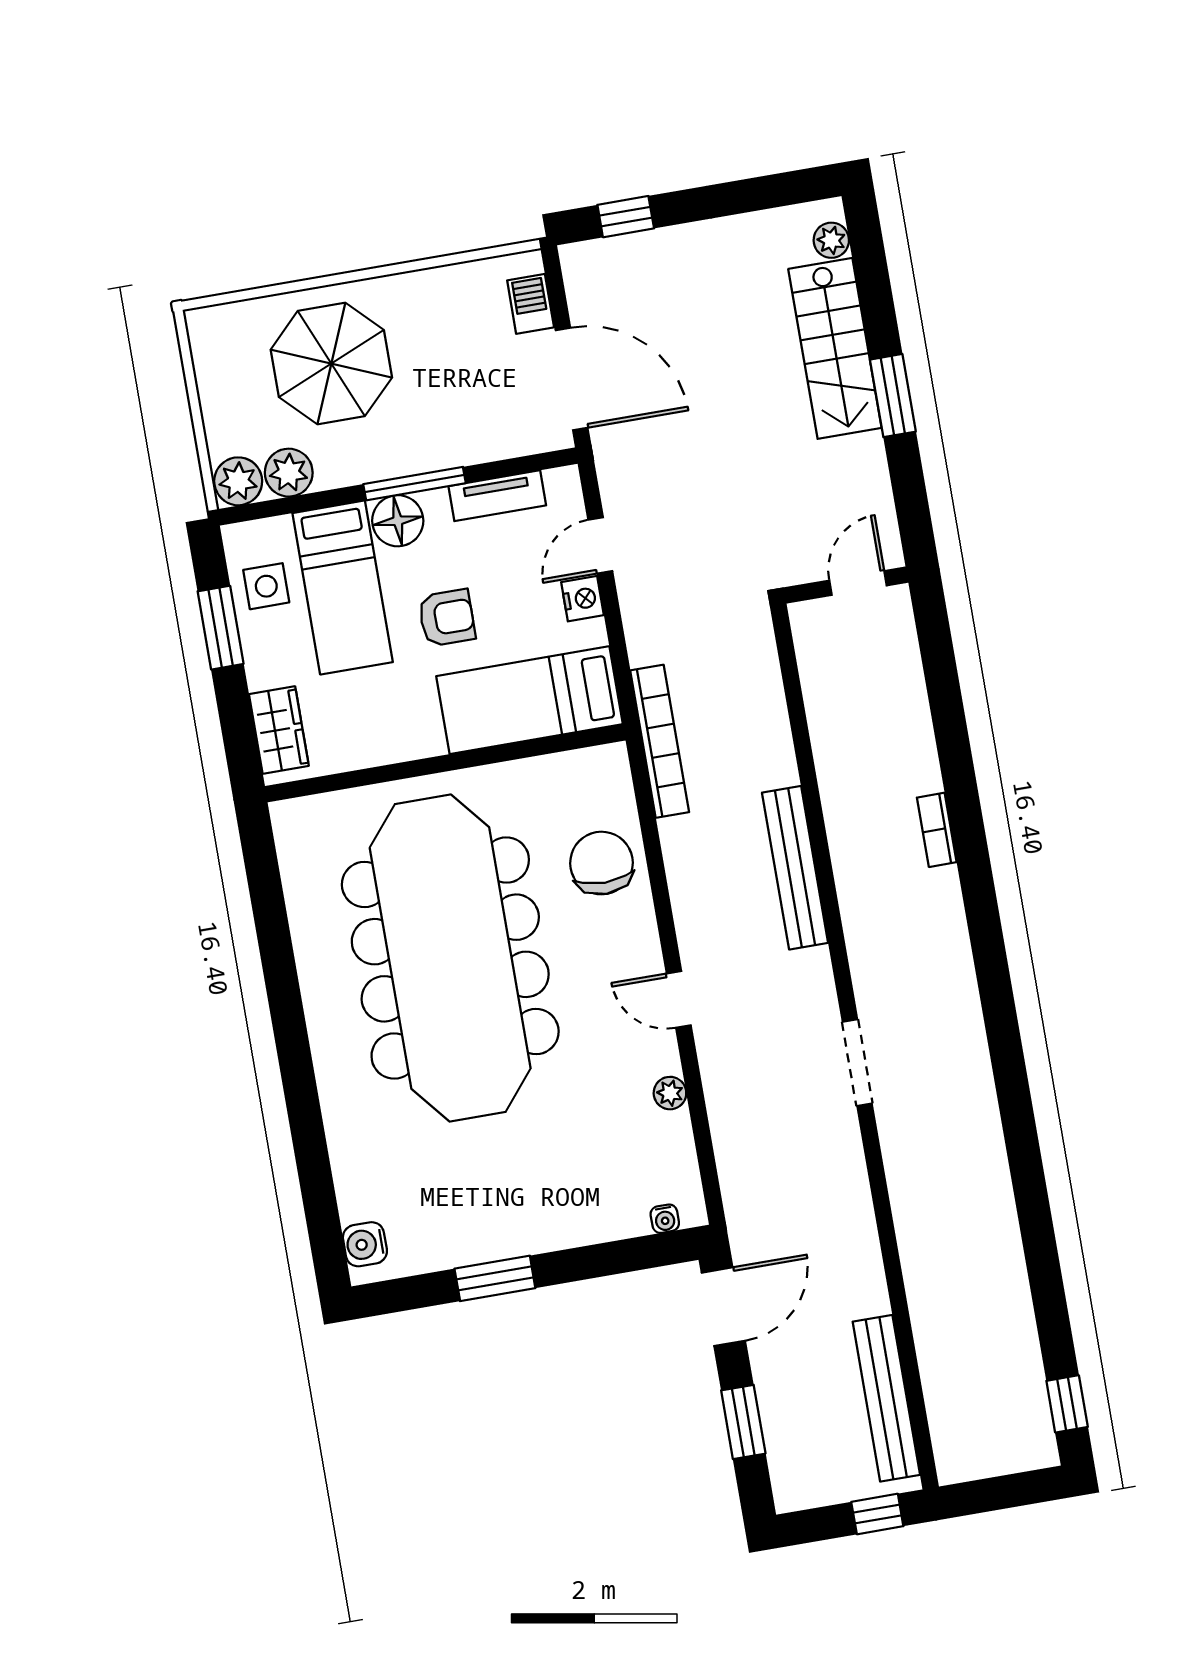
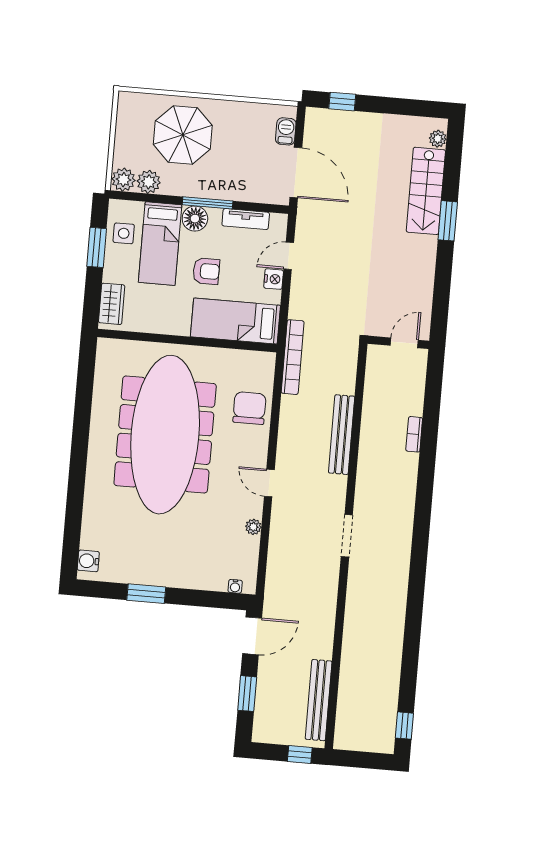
door: (858, 583) -> (404, 343), moved
wall: (846, 585) -> (398, 342), moved

